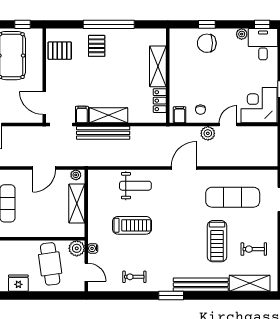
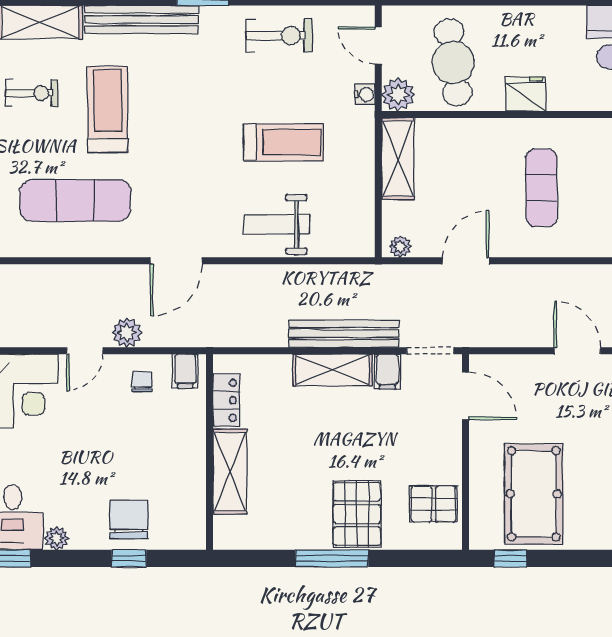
window: (109, 24) -> (332, 558), width x0.68
chair: (207, 43) -> (129, 519), turned -90
pallet: (97, 46) -> (357, 514), width x1.50, depth x1.42
shelving: (77, 204) -> (398, 159), moved
treadmill: (132, 225) -> (284, 142), turned 180
exercise bike: (134, 277) -> (279, 36), width x1.38, depth x1.39
fridge: (18, 283) -> (526, 94), moved, turned 180

